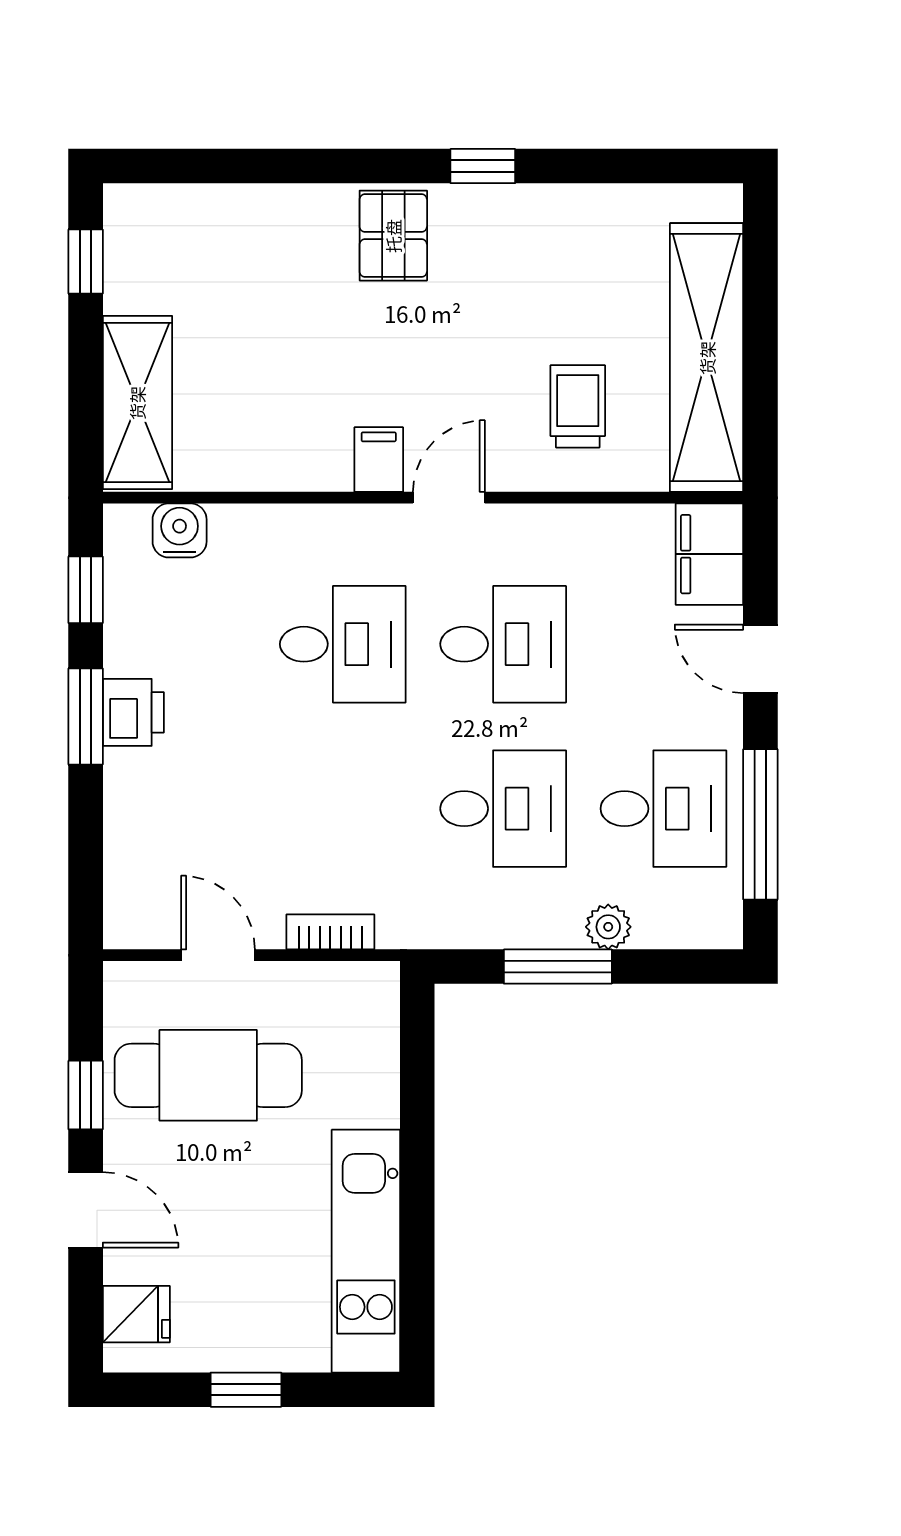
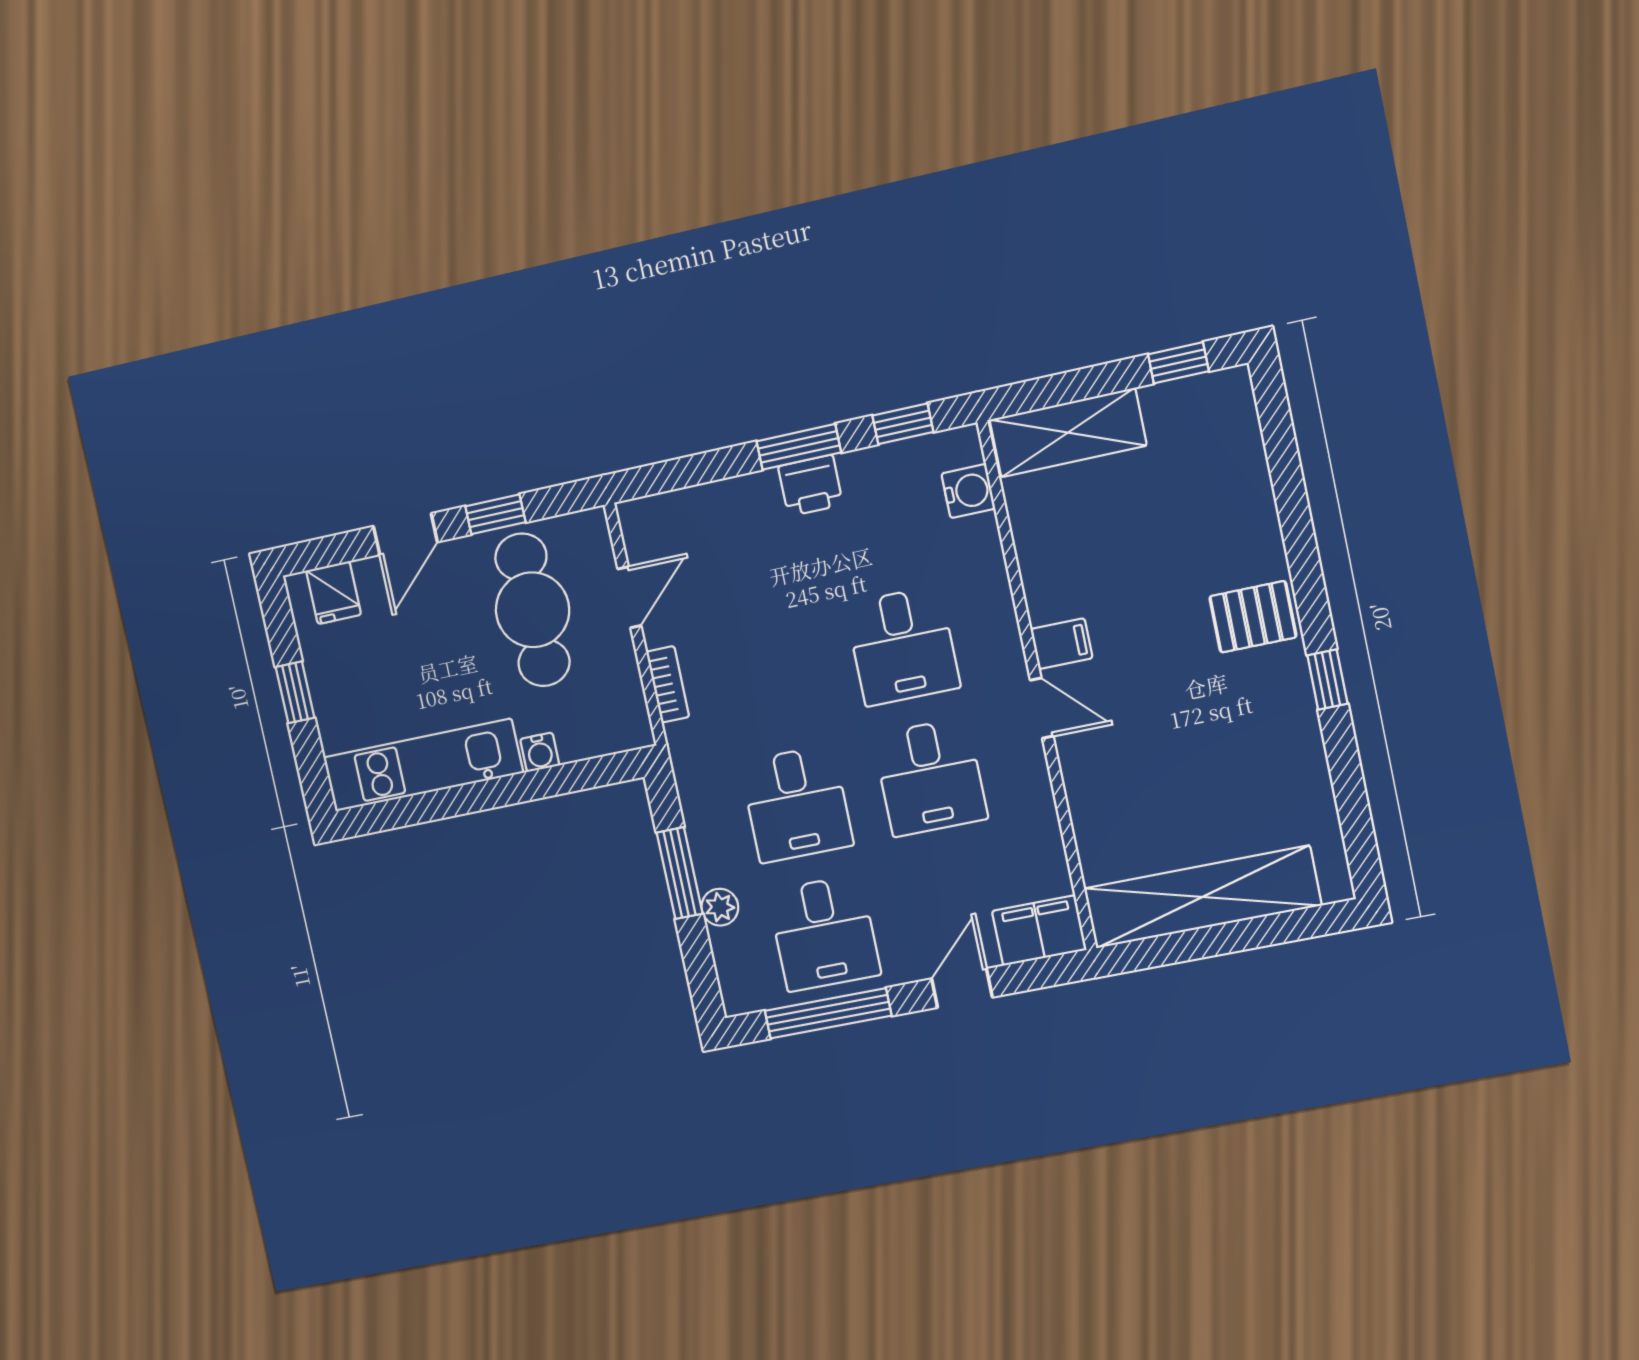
trolley: (578, 406) -> (1140, 799), removed
water cooler: (379, 1104) -> (540, 752), added

